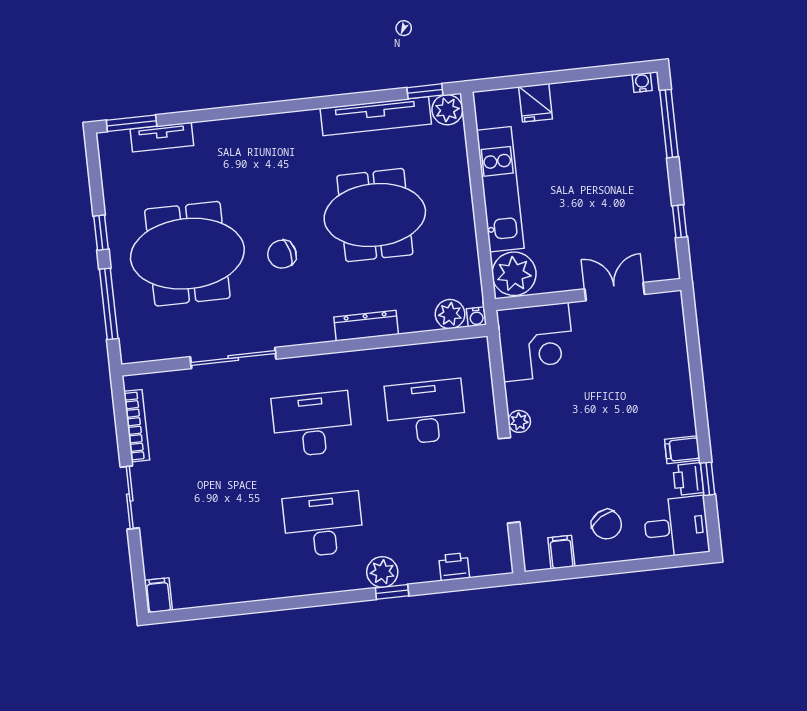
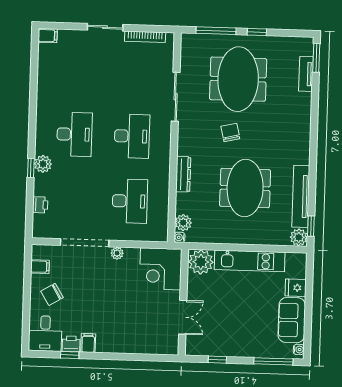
sofa: (593, 102) -> (292, 320), added

